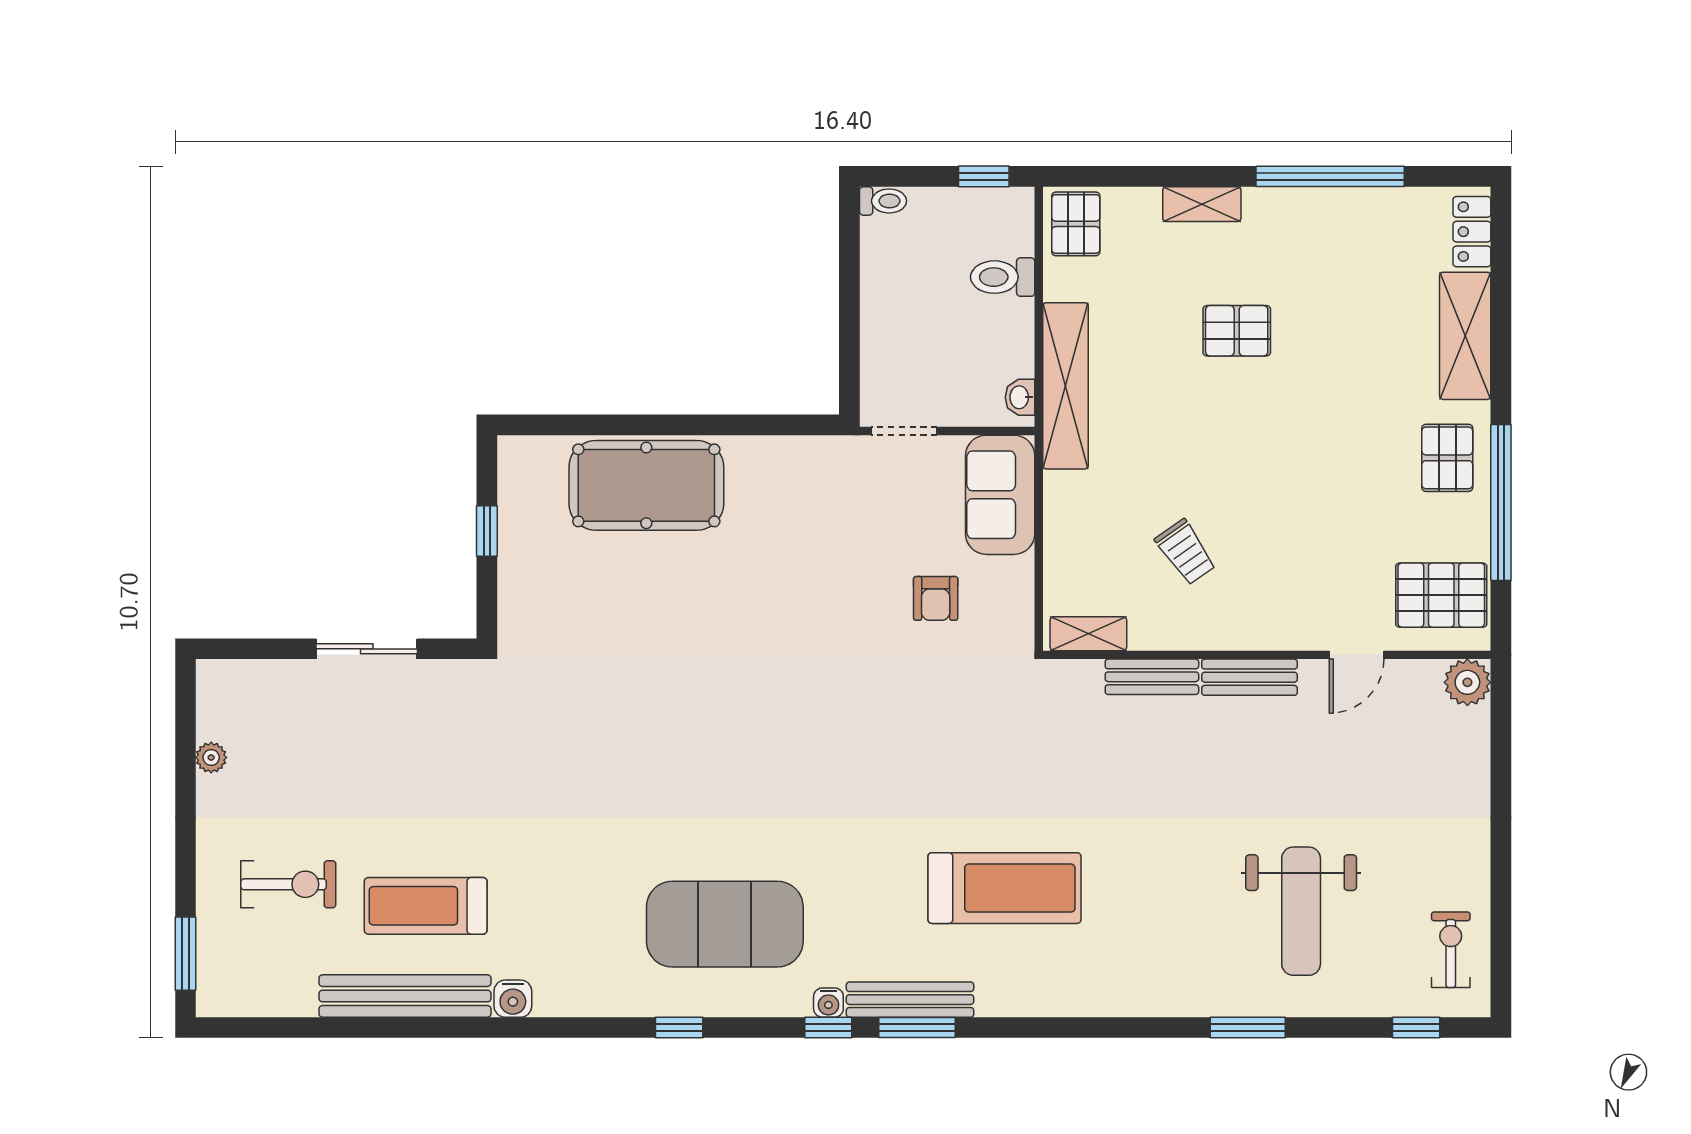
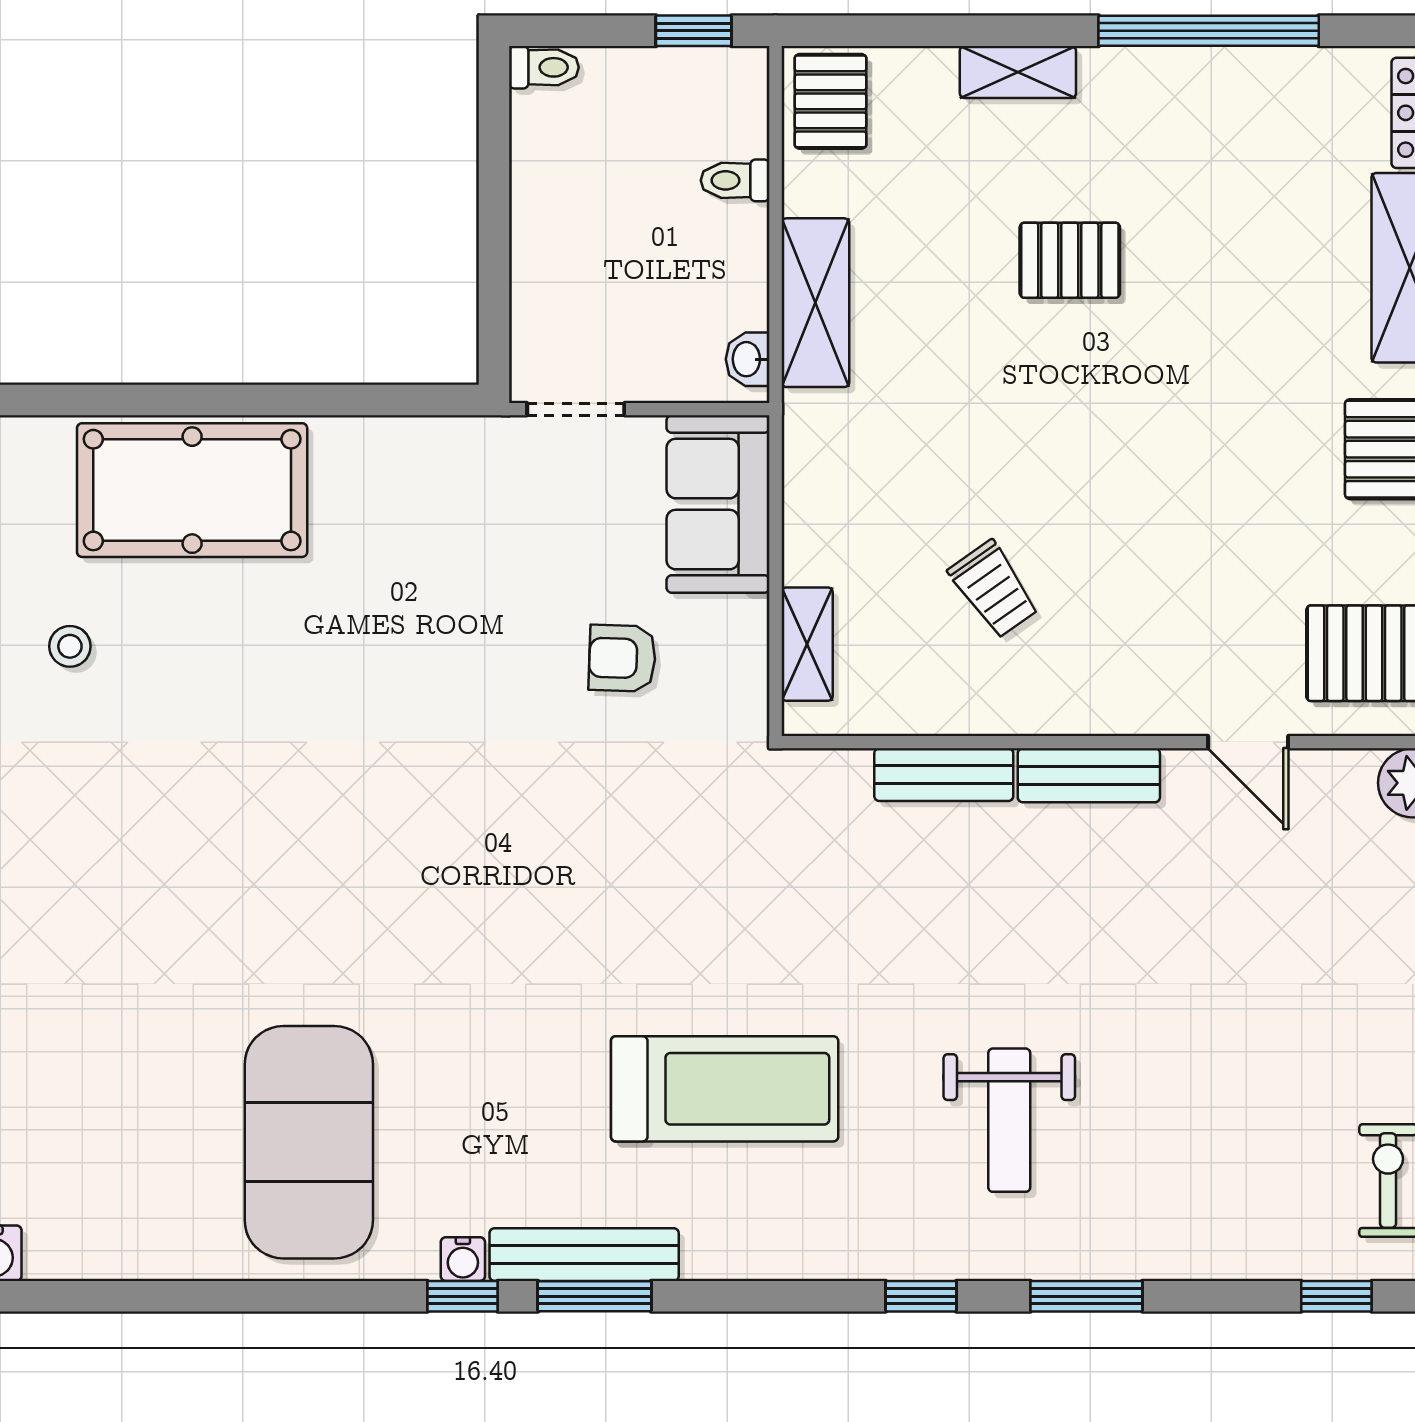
toilet: (1003, 277) -> (735, 180), width x0.73, depth x0.72
shelving: (1066, 386) -> (815, 303), width x0.68
stool: (564, 590) -> (70, 646), added
armchair: (936, 598) -> (622, 658), turned 92
shelving: (1088, 634) -> (807, 644), moved, turned 90
door: (1357, 655) -> (1248, 742), hinge flipped
weight bench: (1301, 911) -> (1009, 1120), moved, width x0.73, depth x0.75
exercise mat: (725, 924) -> (309, 1142), turned 90
window: (679, 1028) -> (921, 1296), moved

